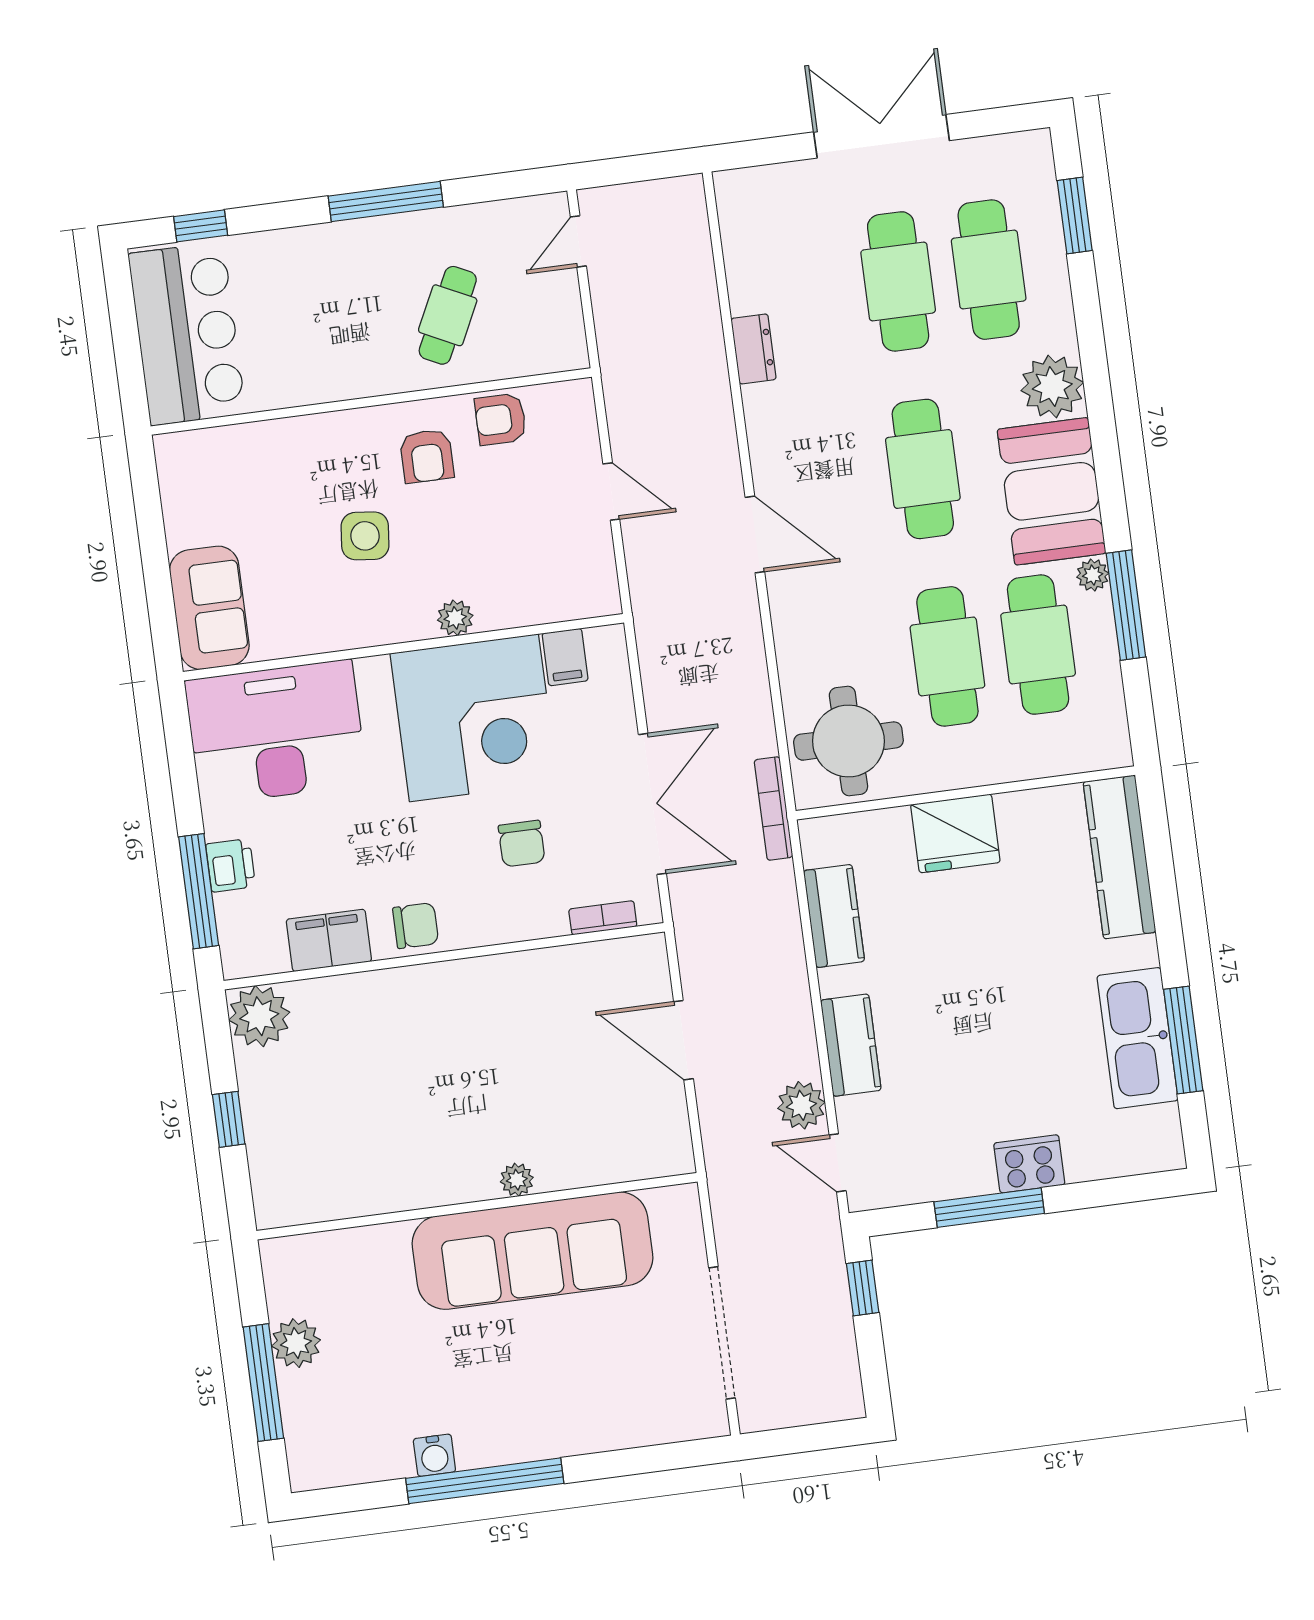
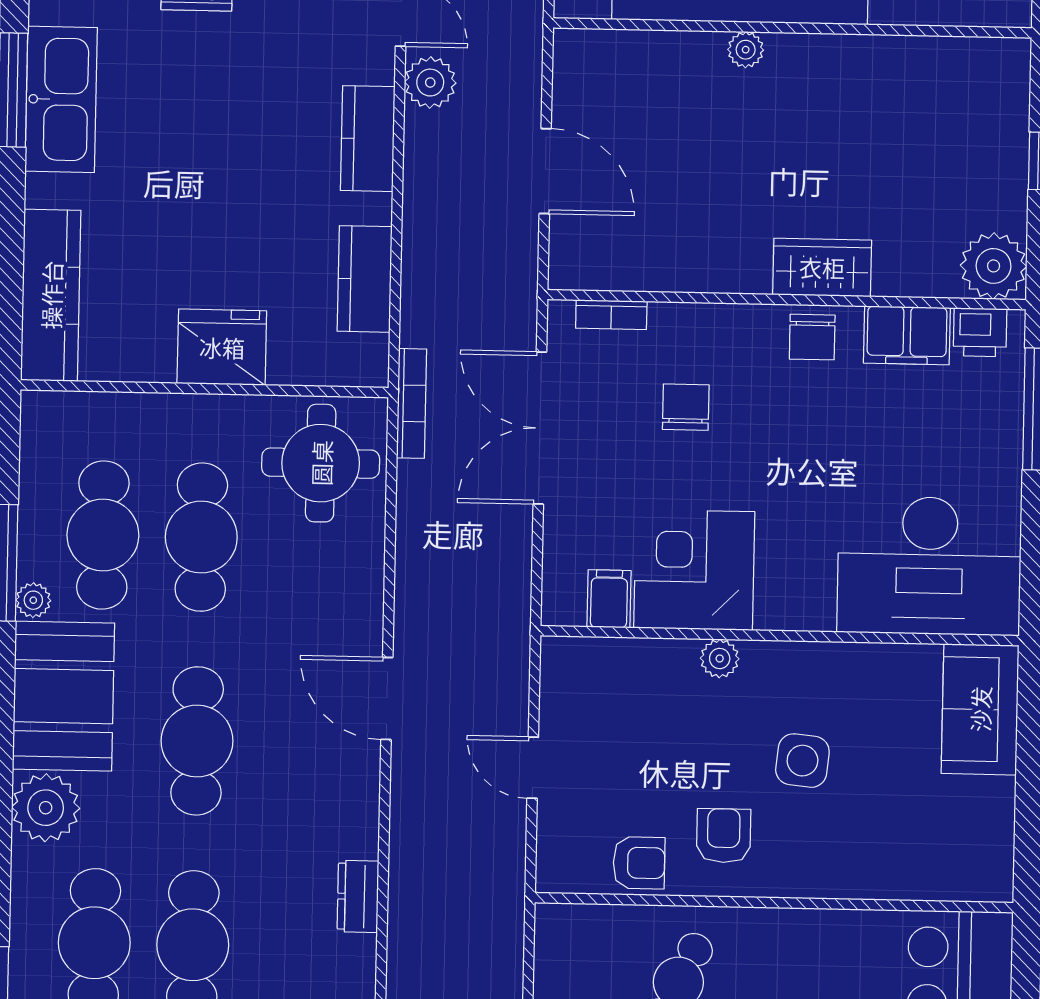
corner desk: (474, 718) -> (694, 570), width x0.74, depth x0.74
printer: (231, 865) -> (980, 332), moved, turned -90
chair: (416, 926) -> (812, 337), turned -90
wardrobe: (416, 991) -> (822, 267), added

